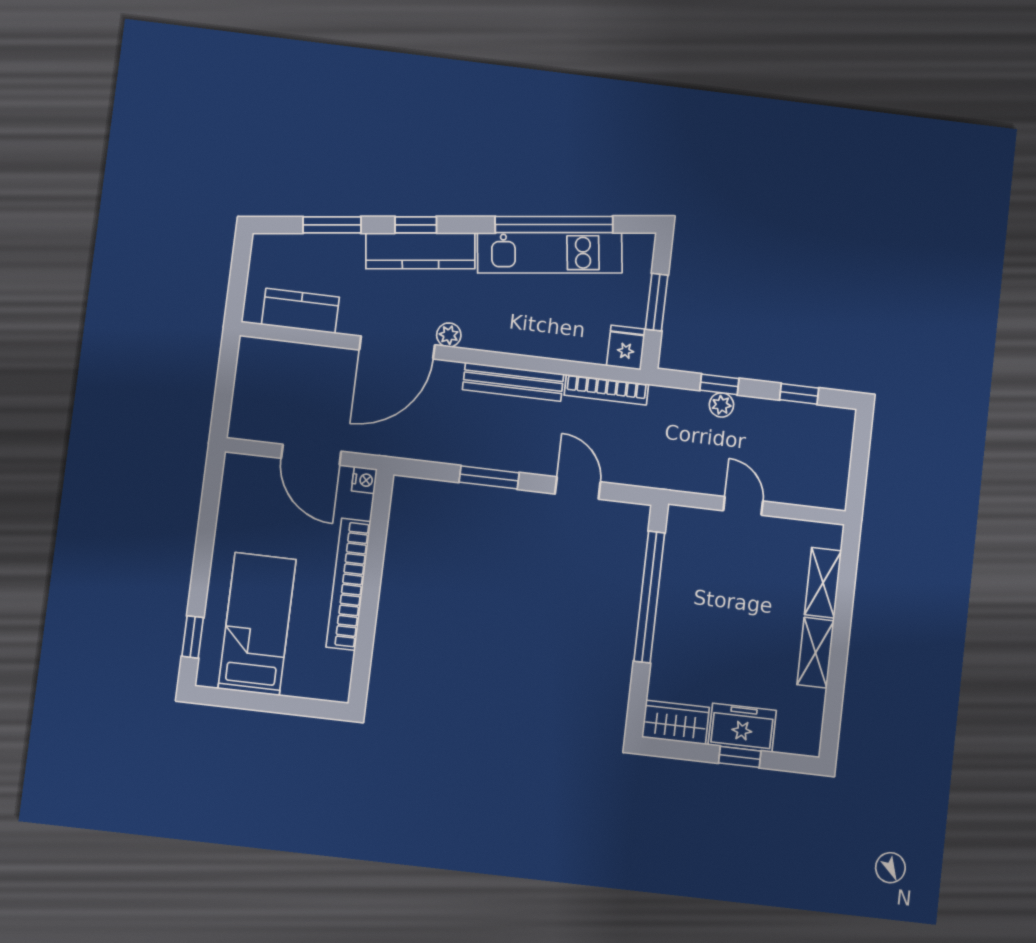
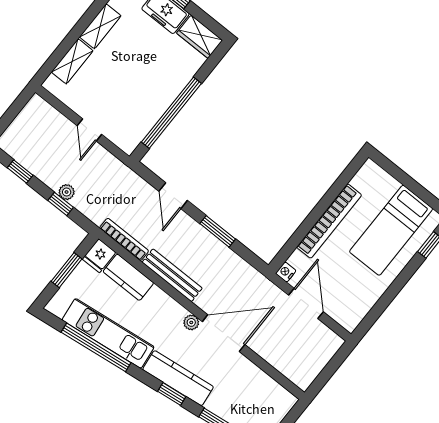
kitchen counter: (300, 311) -> (128, 277), moved

